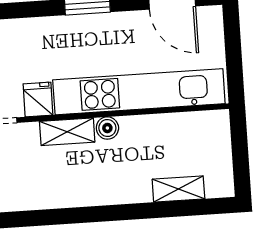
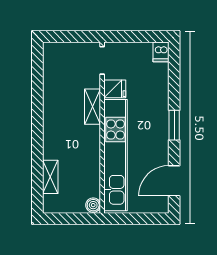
boiler: (107, 128) -> (93, 205), moved

